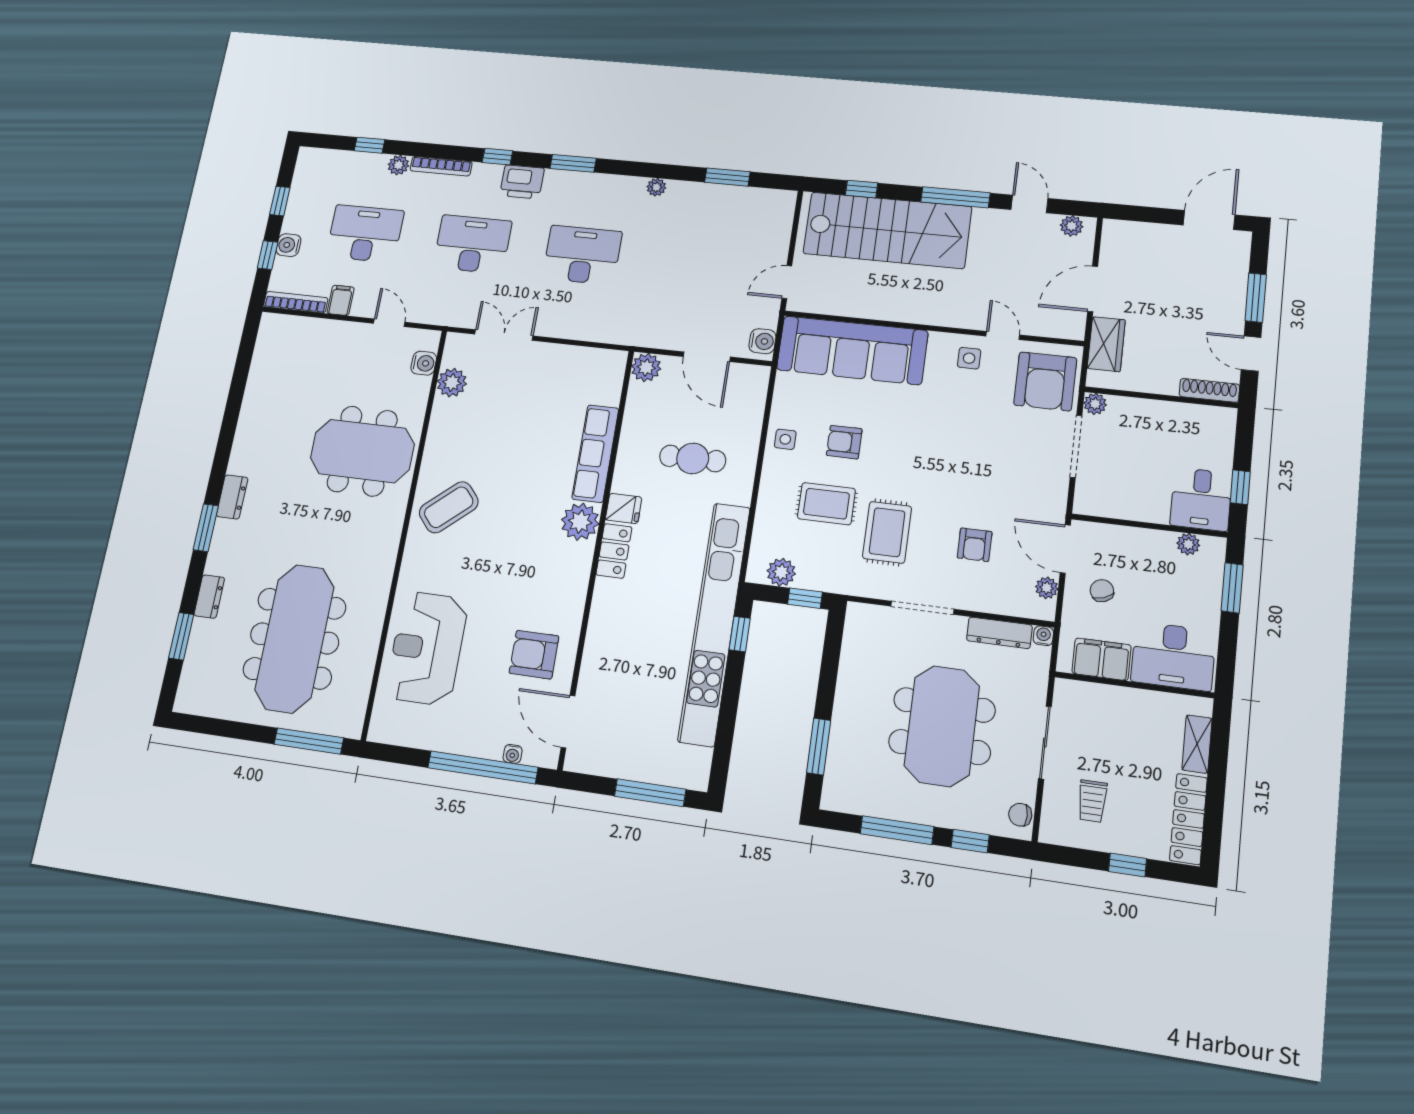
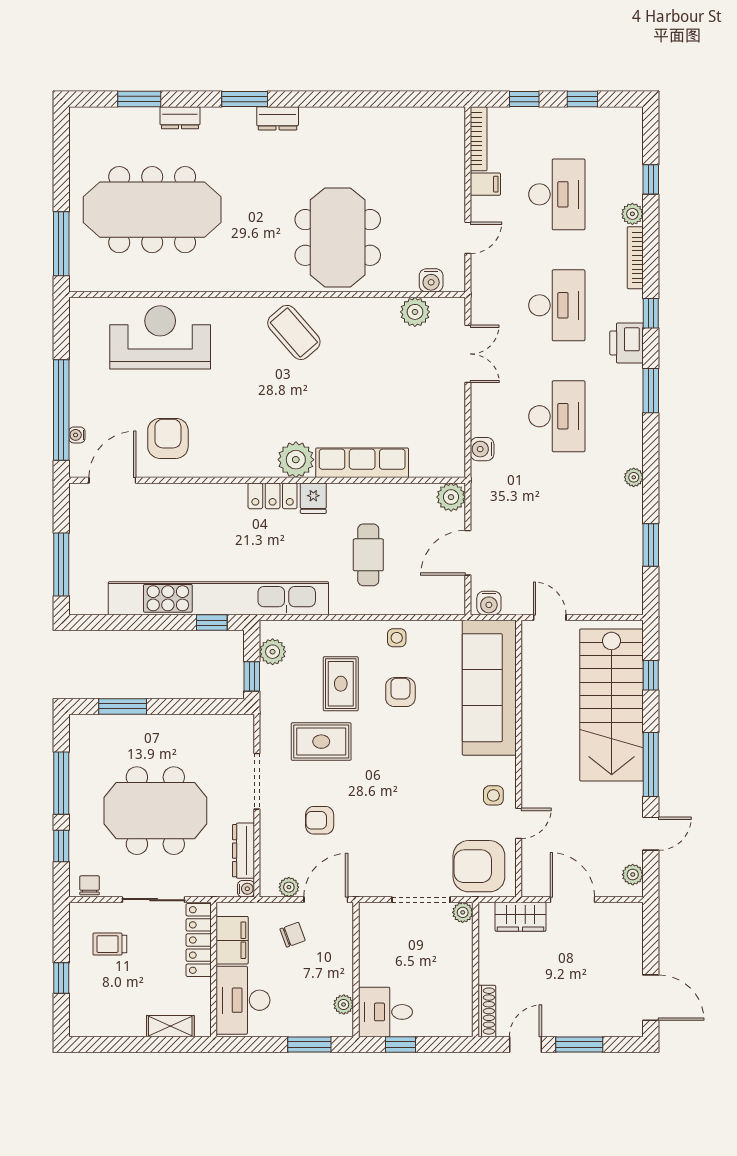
water cooler: (289, 245) -> (482, 449), moved, turned -90
locker: (1188, 819) -> (199, 940), moved, turned -90

